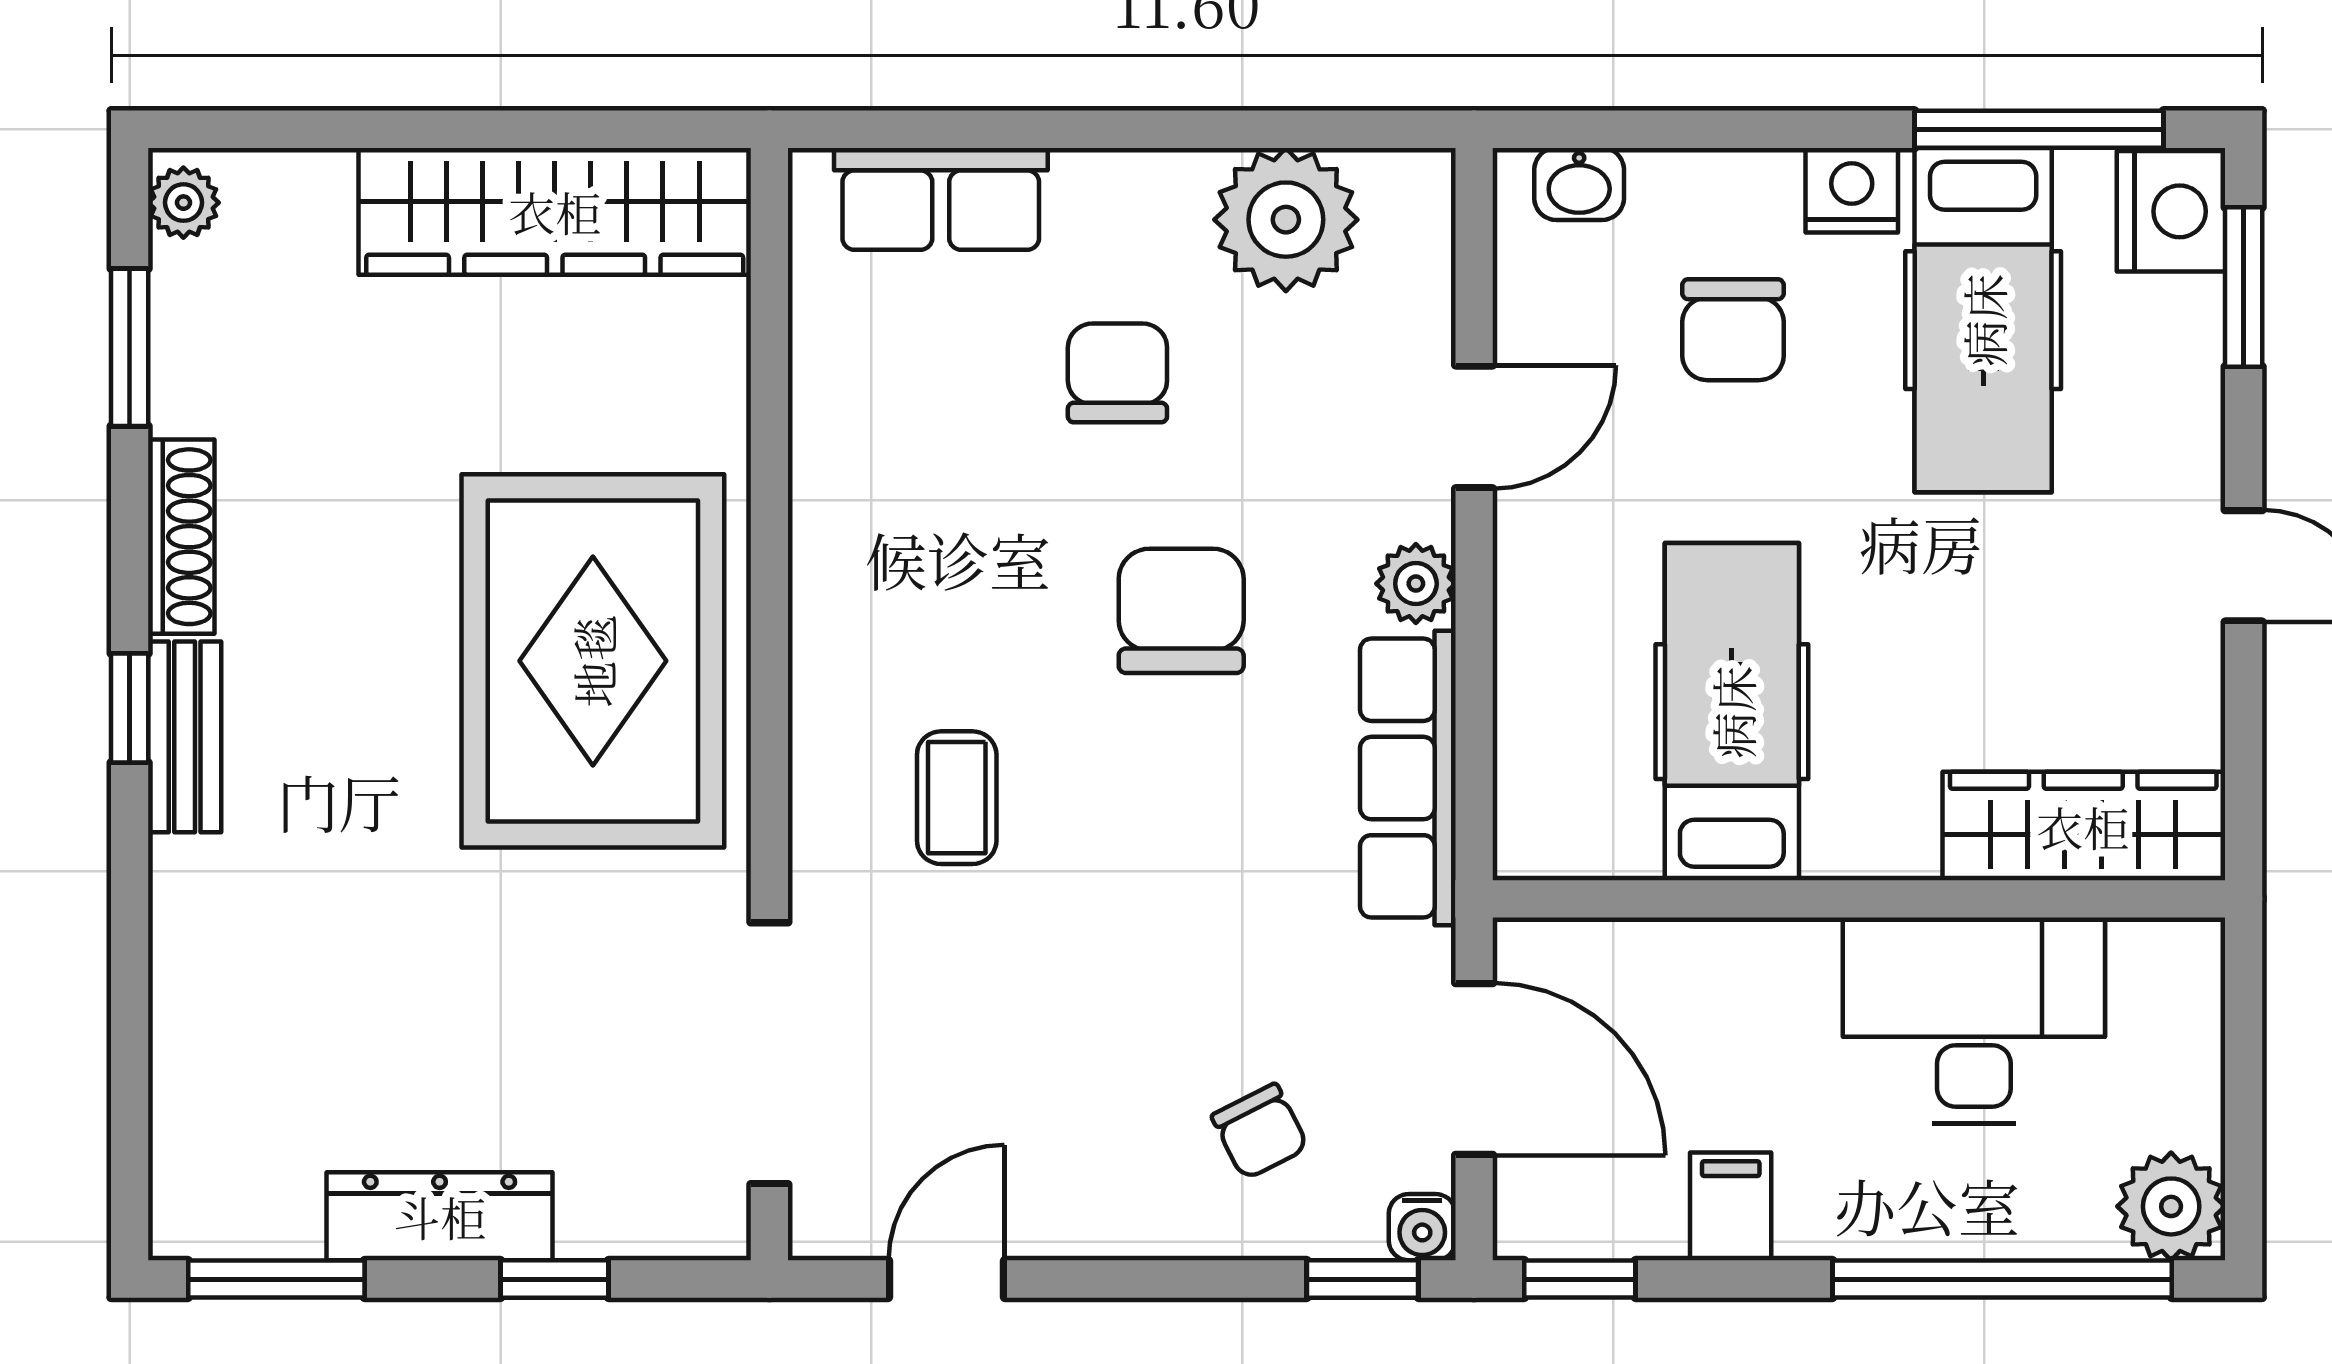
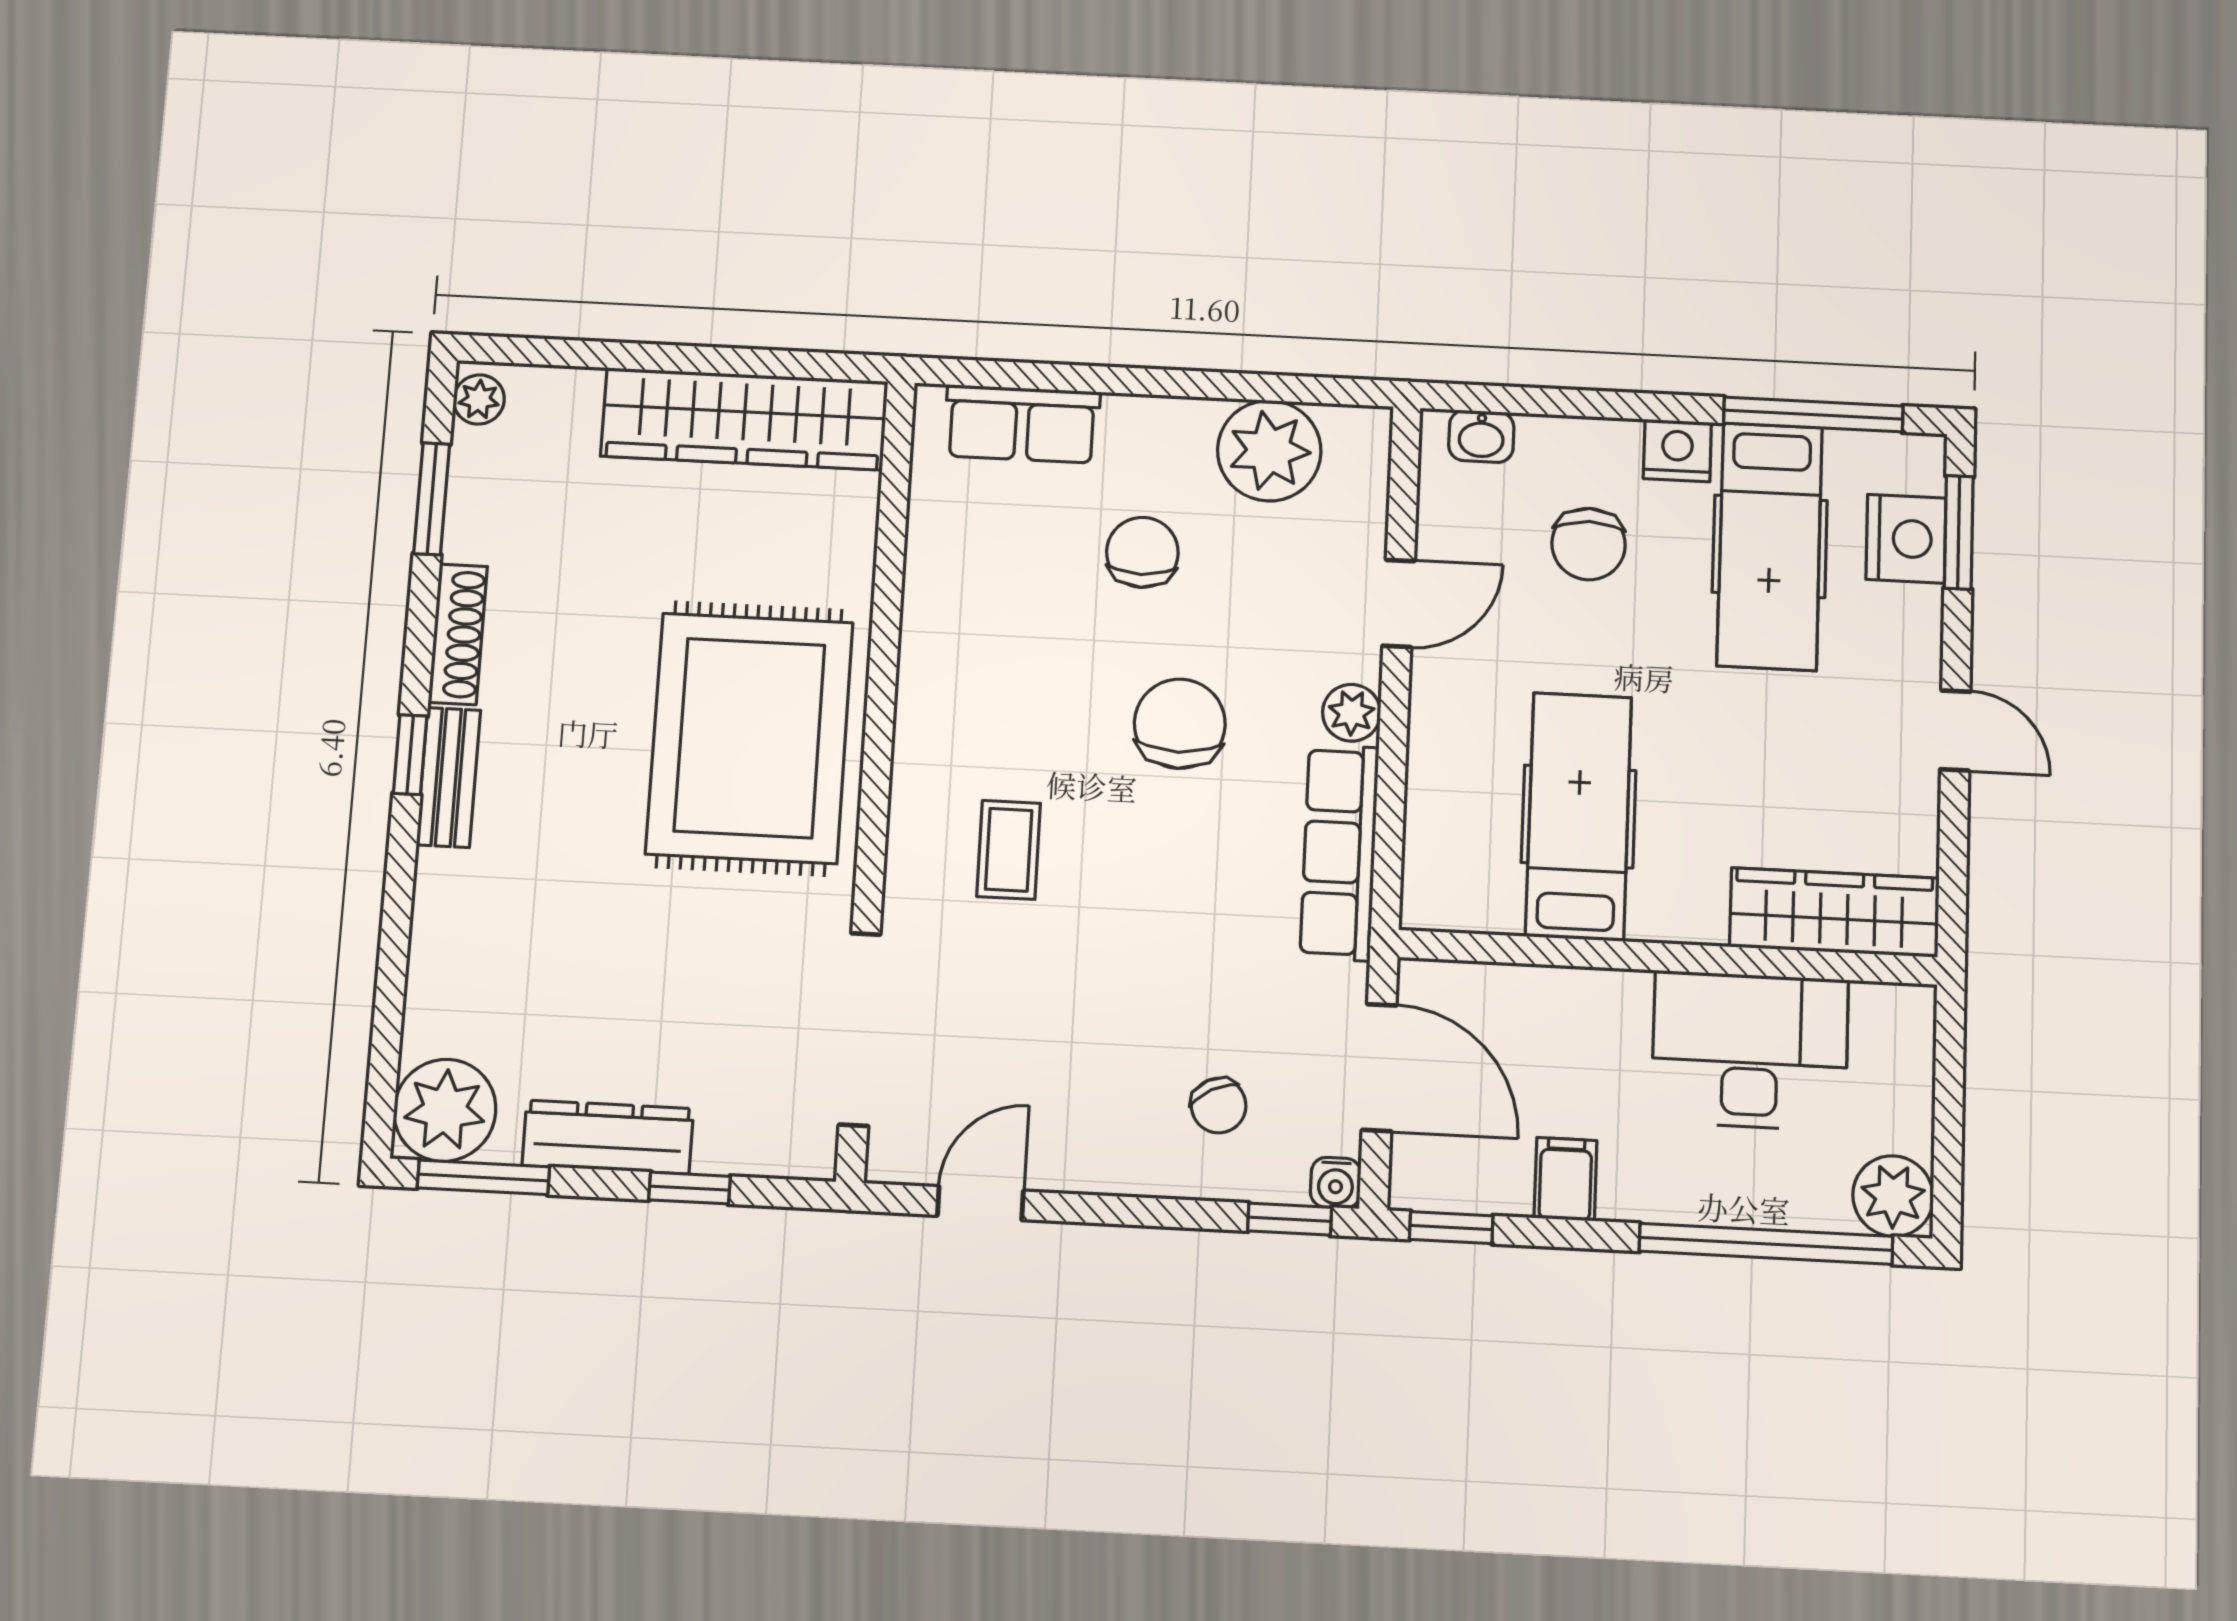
nightstand: (2171, 211) -> (1906, 539), moved
plant: (217, 1192) -> (445, 1110), added

